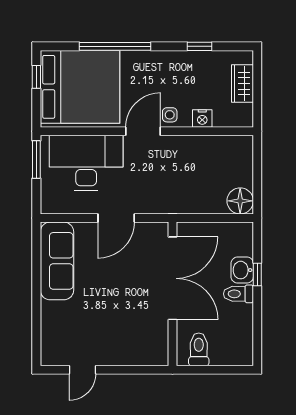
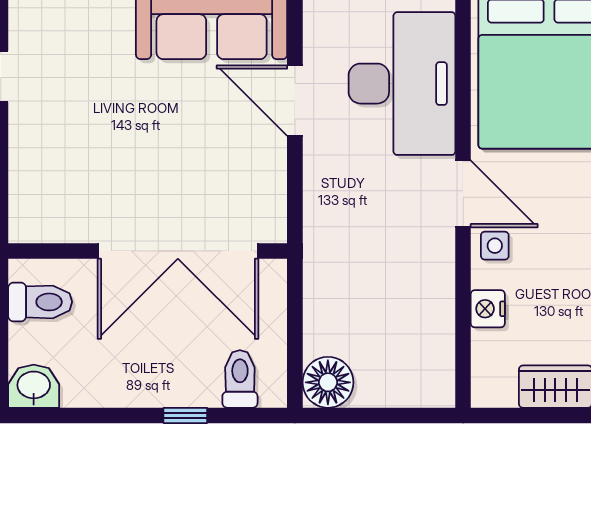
door: (116, 218) -> (295, 101), moved
washbasin: (242, 270) -> (34, 386), moved
toilet: (238, 294) -> (240, 379), moved

